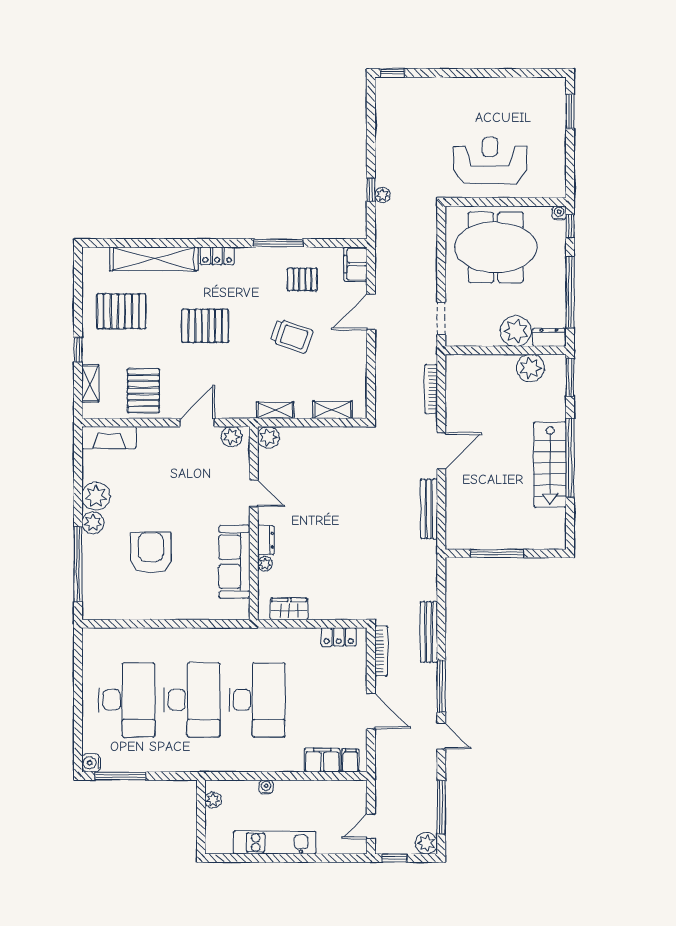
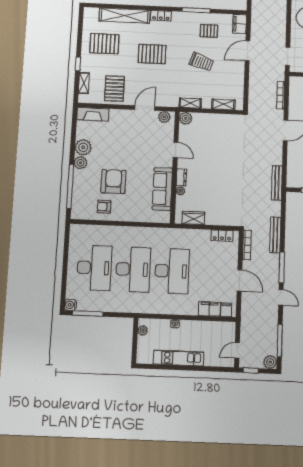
bench: (429, 509) -> (277, 183), moved
armchair: (137, 596) -> (104, 207), added

